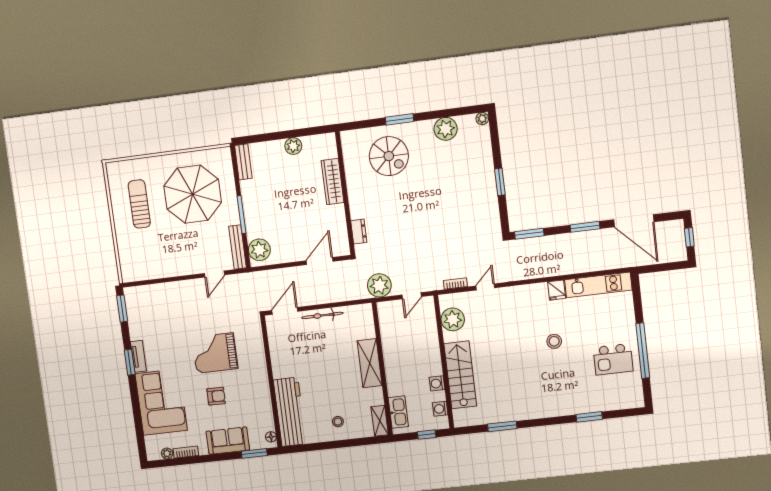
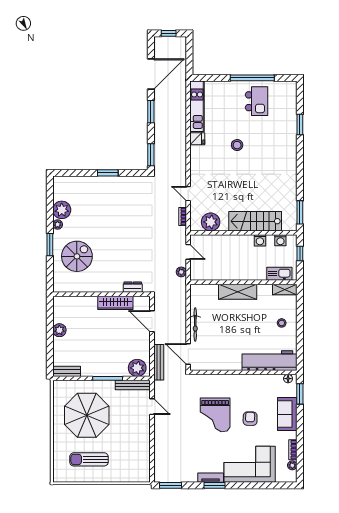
plant: (482, 119) -> (58, 224), moved
wardrobe: (333, 182) -> (115, 303), moved
bench: (270, 276) -> (159, 362), added
plant: (379, 285) -> (181, 272), width x0.53, depth x0.53
window: (502, 426) -> (300, 212), moved

